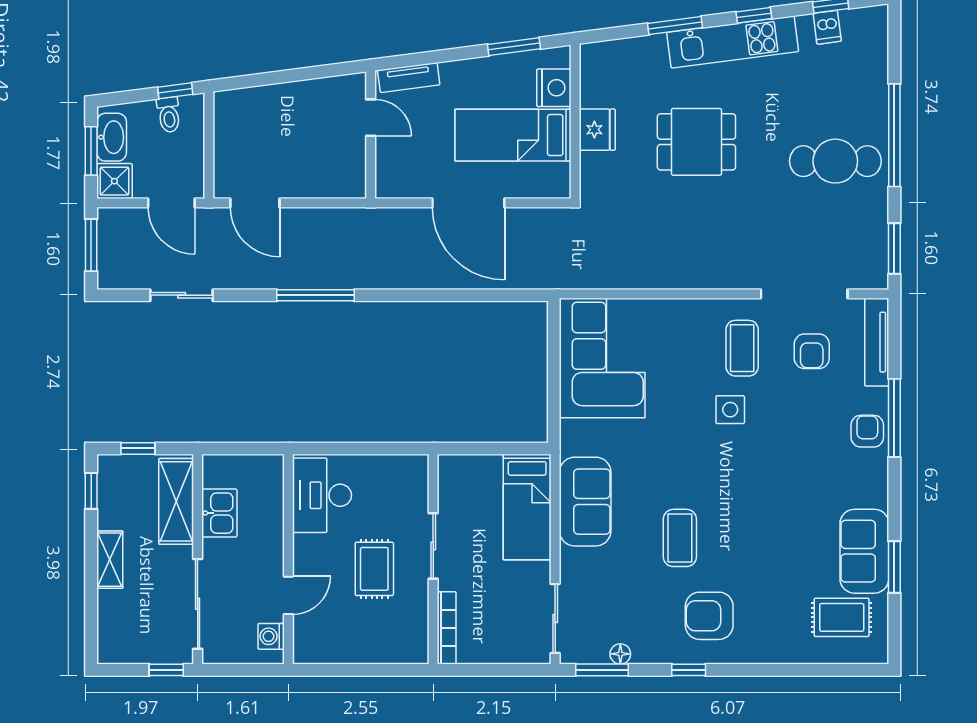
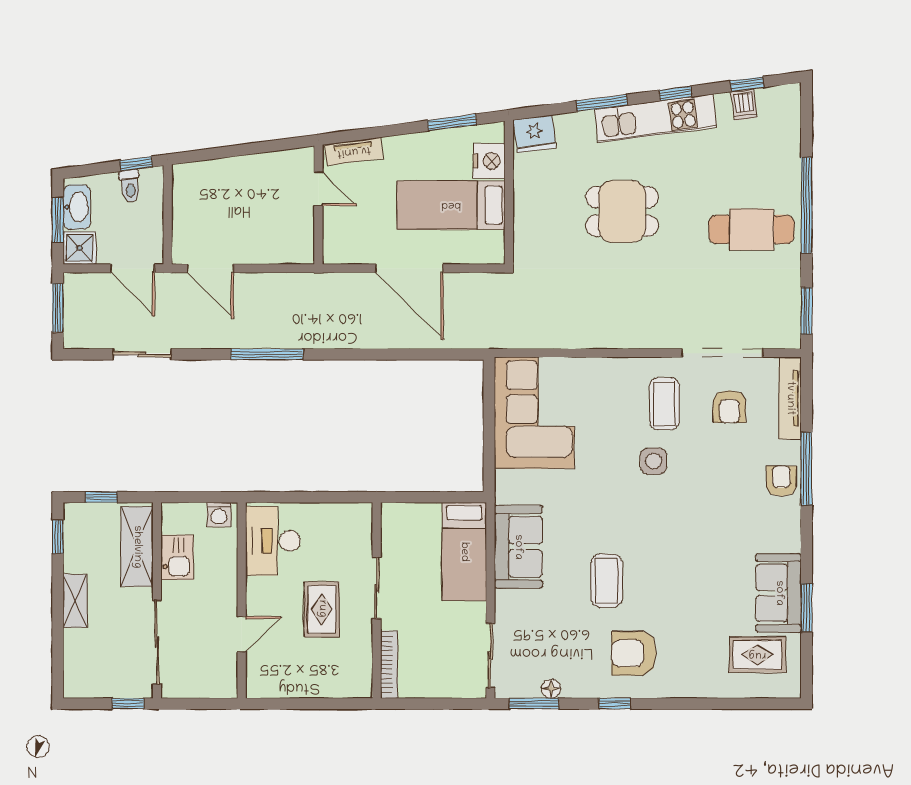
fridge: (597, 130) -> (535, 134), moved, turned 83
washing machine: (271, 636) -> (219, 515), moved, turned -90

